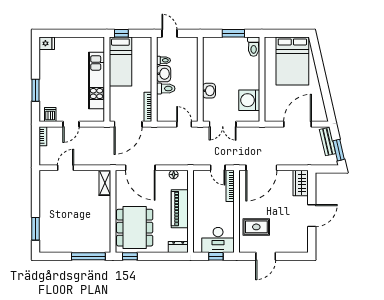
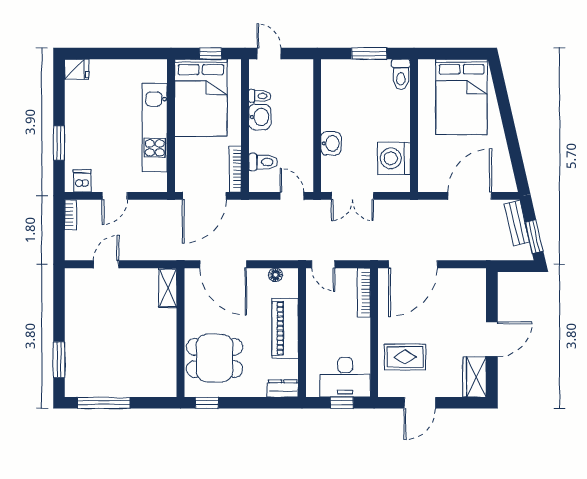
window: (121, 33) -> (210, 53), moved
bed: (120, 62) -> (201, 98), width x1.50
toilet: (166, 89) -> (263, 162), moved
door: (218, 168) -> (323, 264), moved
wardrobe: (301, 183) -> (474, 377), moved
dining table: (135, 228) -> (214, 358), width x0.73
window: (88, 256) -> (104, 403), moved

